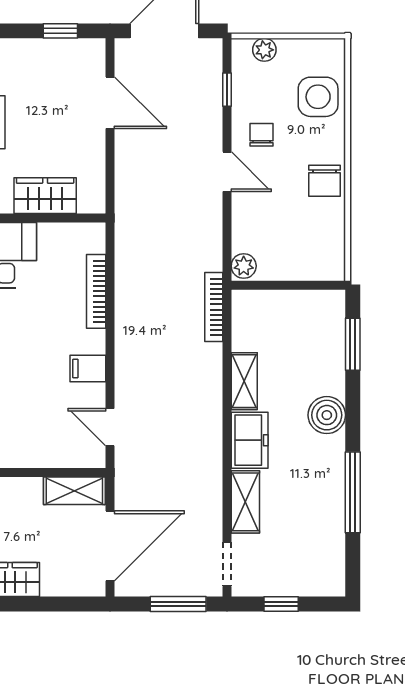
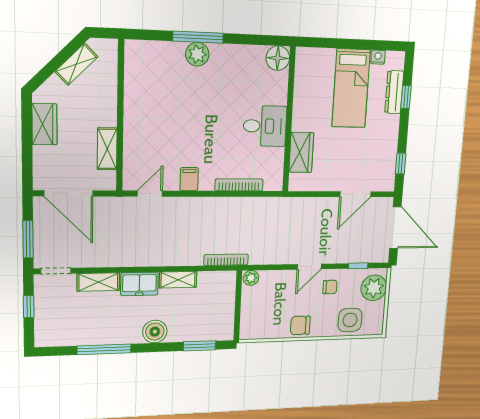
plant: (264, 50) -> (374, 288), width x1.88, depth x1.88
shelving: (74, 491) -> (107, 149), moved

